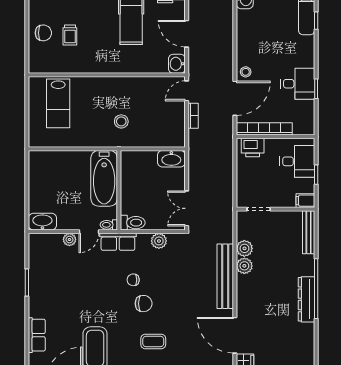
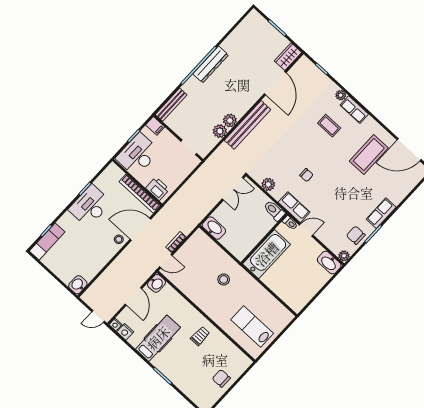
trolley: (70, 35) -> (200, 336), moved
desk: (298, 84) -> (90, 206), width x1.37
lab bench: (58, 103) -> (252, 327), turned -90
desk: (297, 161) -> (138, 155), width x1.37
plant: (69, 240) -> (344, 256), moved
chair: (144, 304) -> (356, 235), moved
row of seats: (37, 335) -> (381, 213), moved

